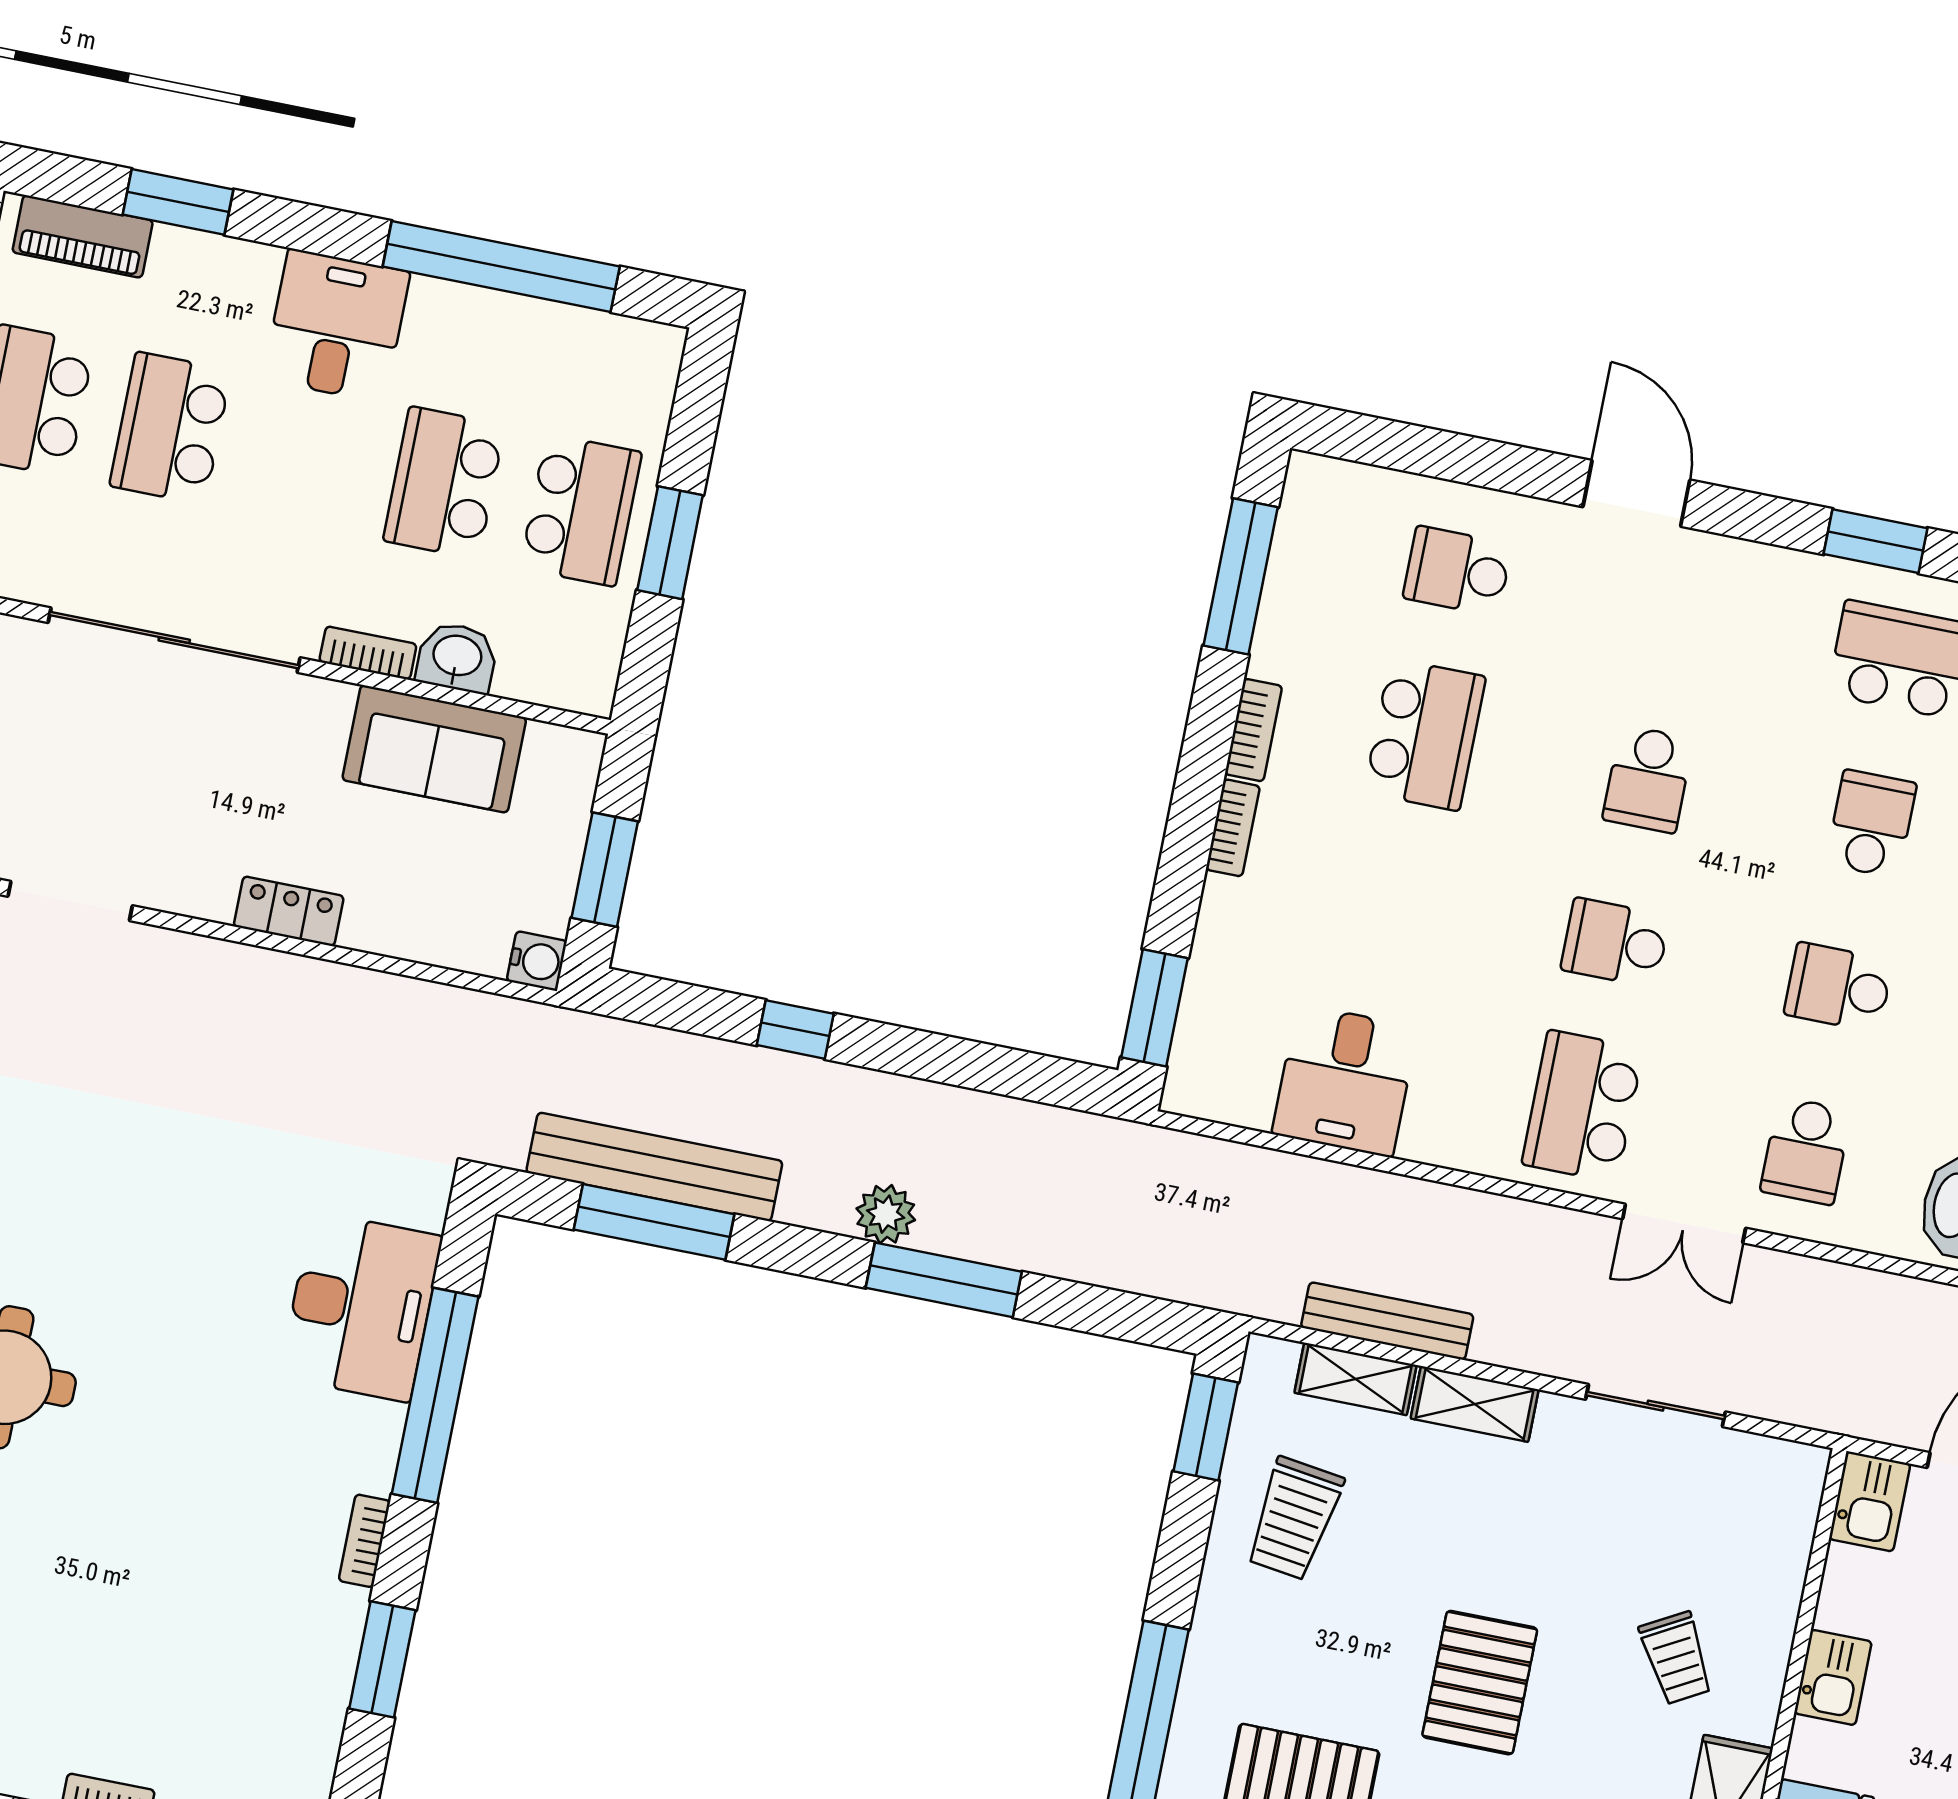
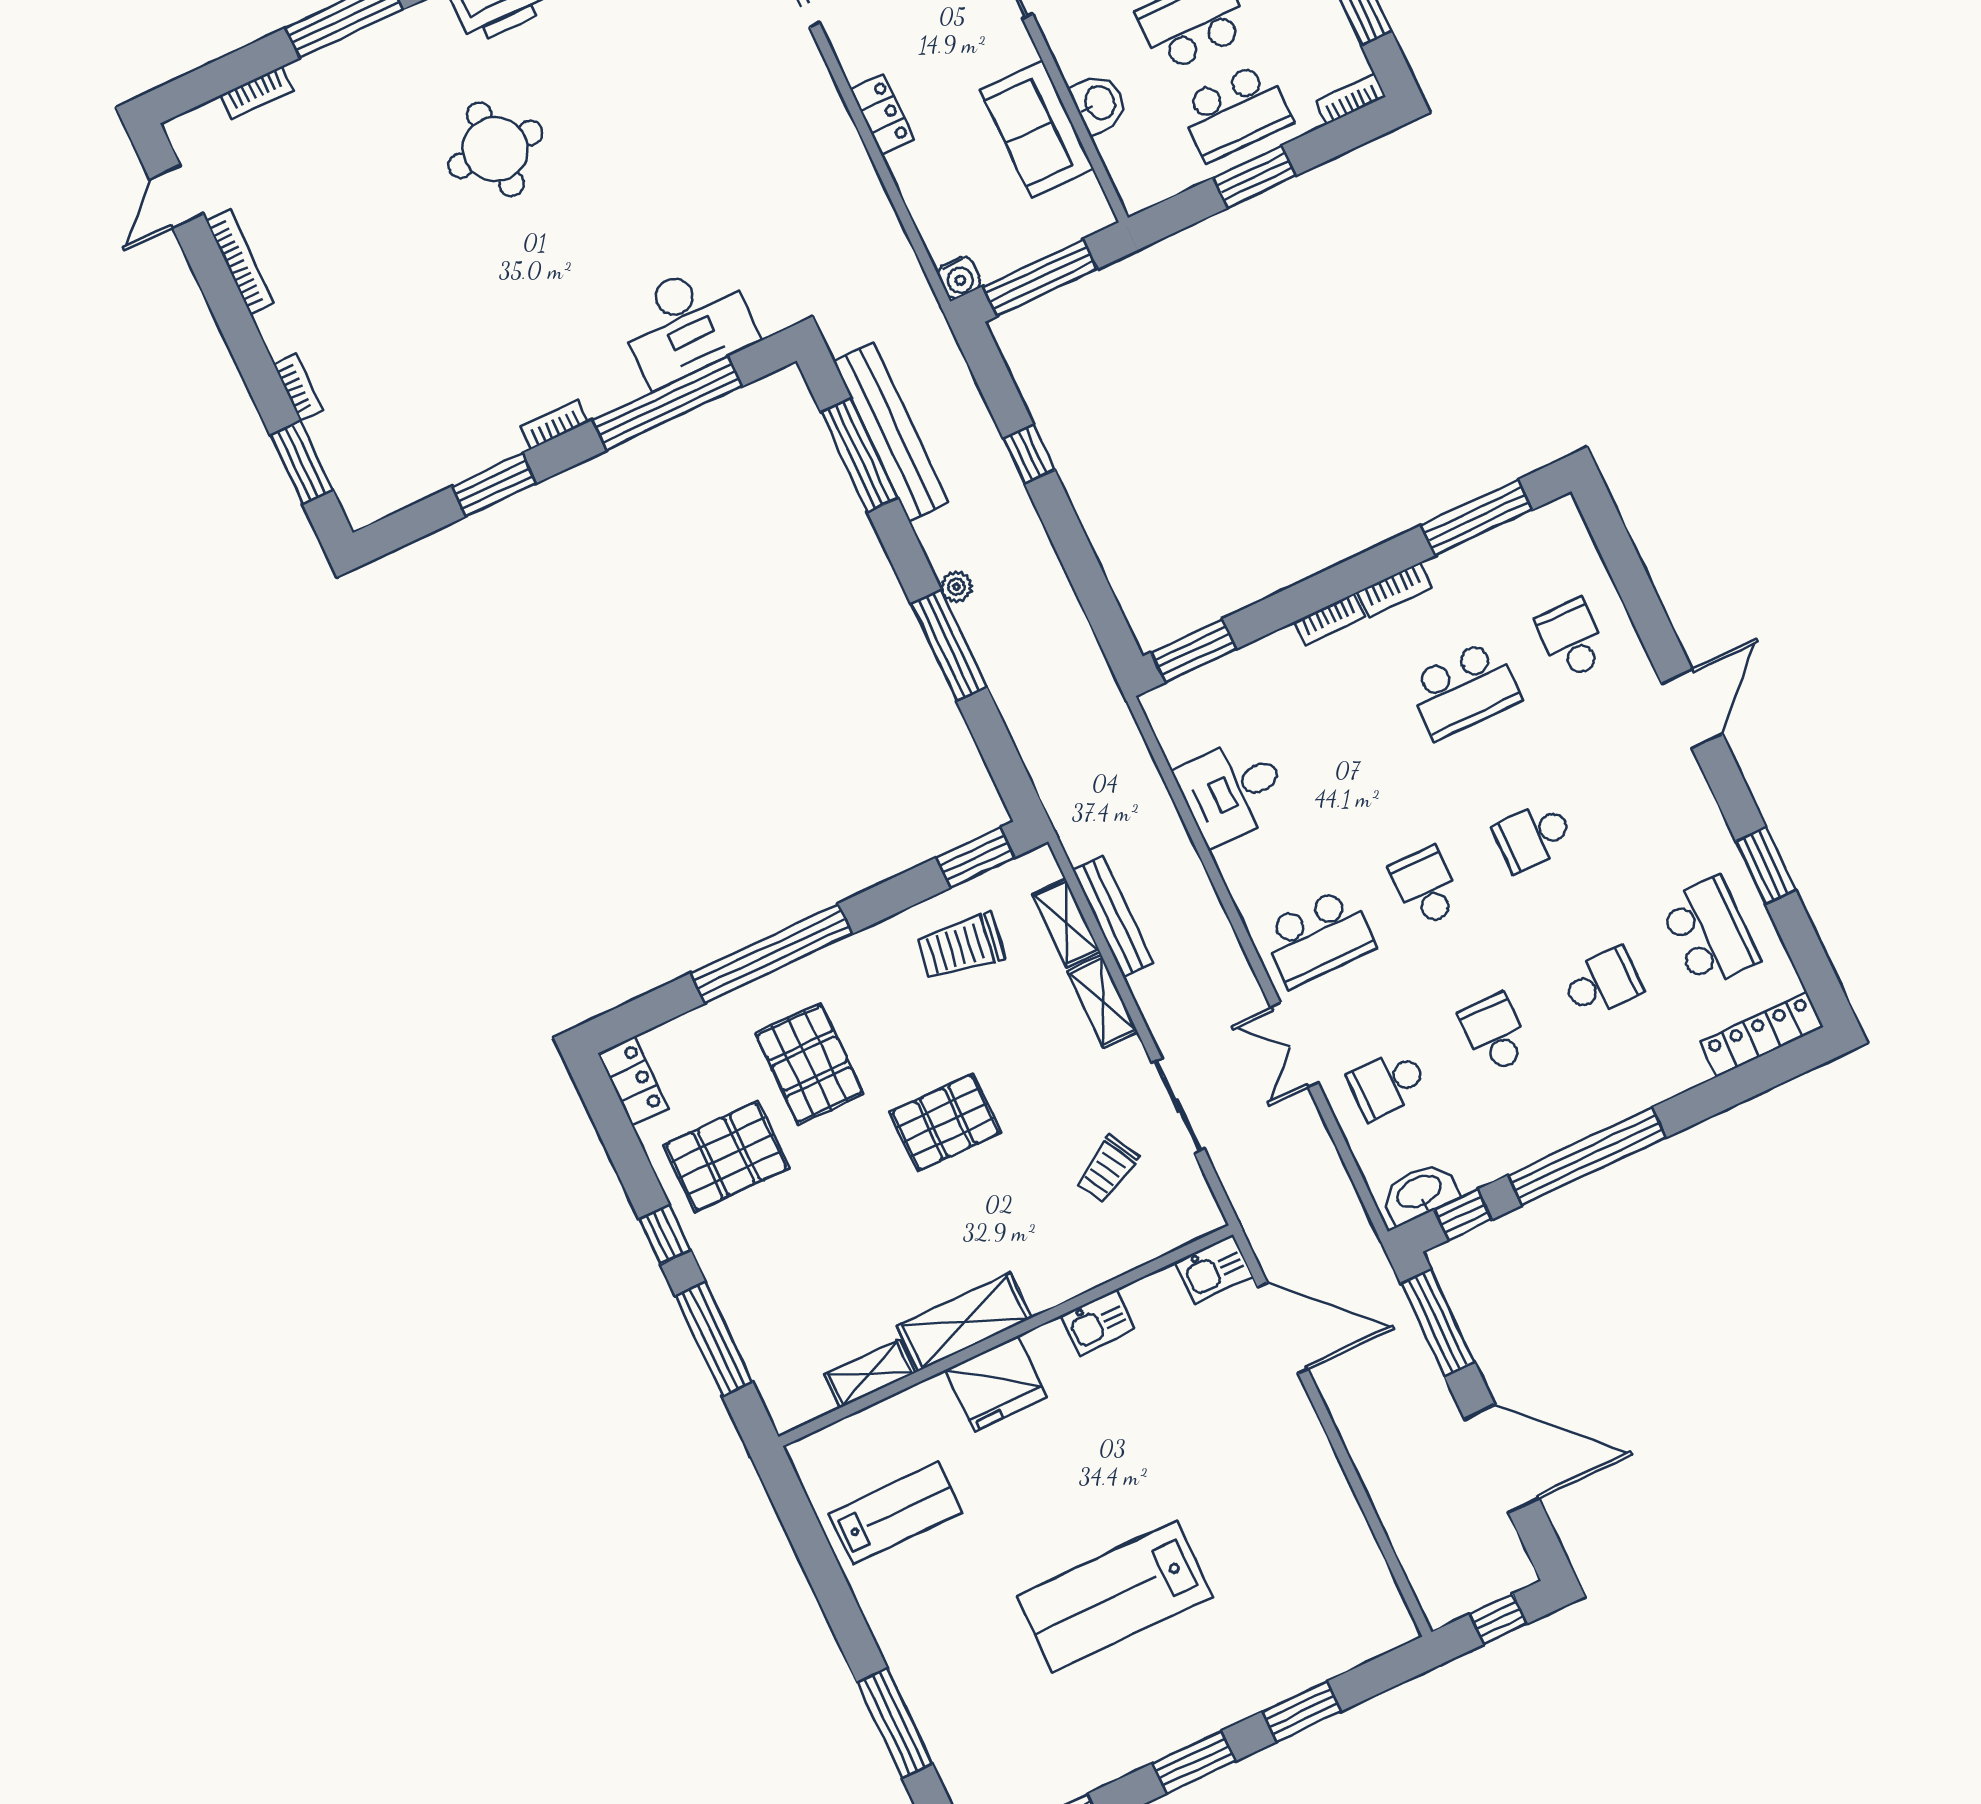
bookcase: (368, 653) -> (1351, 99), moved, turned -90
window: (605, 870) -> (1040, 278), width x1.44
school desk: (1583, 1106) -> (1318, 937), turned 180
plant: (886, 1214) -> (956, 587), width x0.73, depth x0.73
trolley: (1676, 1658) -> (1107, 1169), moved

